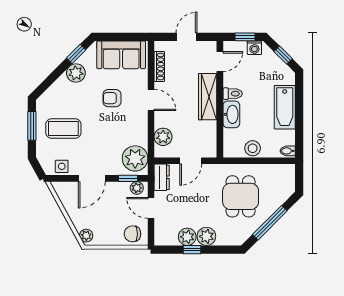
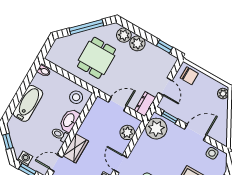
wardrobe: (208, 97) -> (76, 148), width x0.67
stool: (253, 148) -> (76, 97), moved
plant: (137, 188) -> (167, 107), removed
plant: (187, 237) -> (124, 35), moved
window: (192, 250) -> (164, 46), moved

